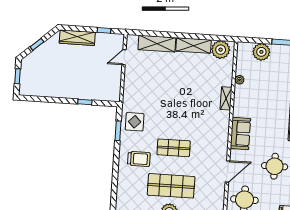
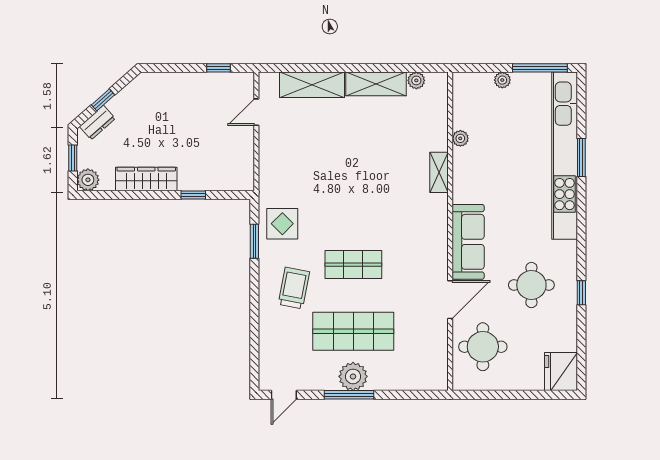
wardrobe: (77, 38) -> (146, 179), moved, turned 180
plant: (221, 50) -> (416, 80), width x0.53, depth x0.53
plant: (261, 52) -> (502, 80), width x0.53, depth x0.53
dresser: (33, 57) -> (97, 122), added
plant: (25, 89) -> (88, 180), added
sofa: (240, 134) -> (468, 242), width x1.36
trolley: (139, 159) -> (294, 288), turned -79

